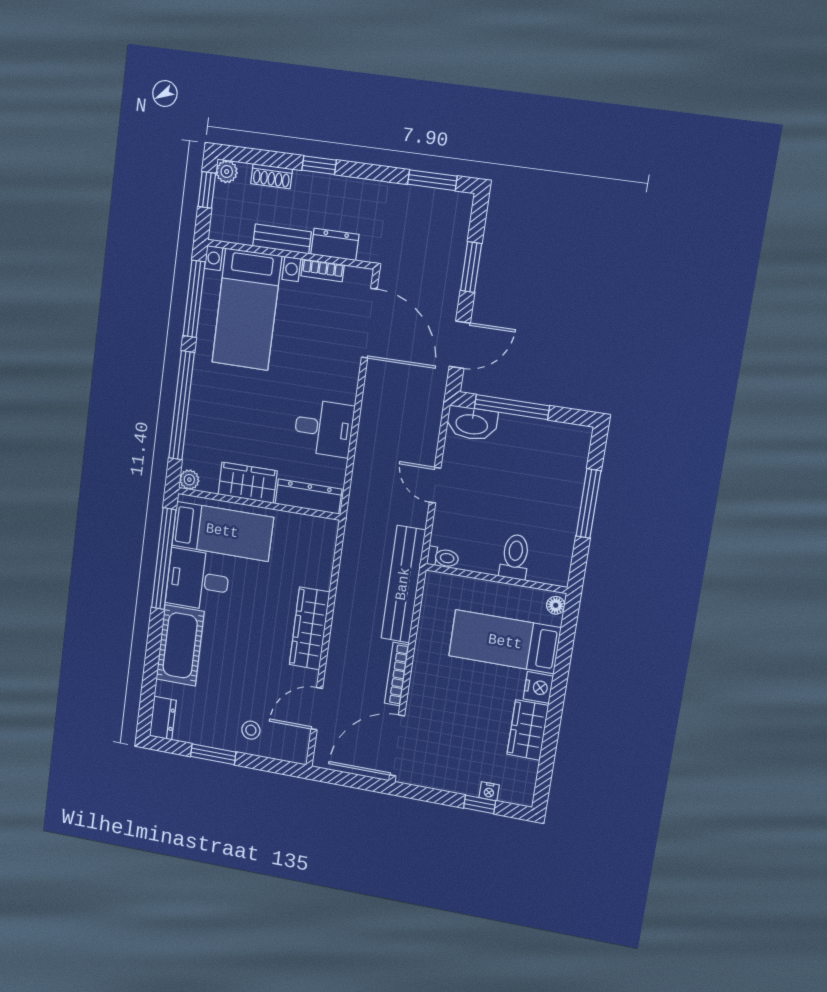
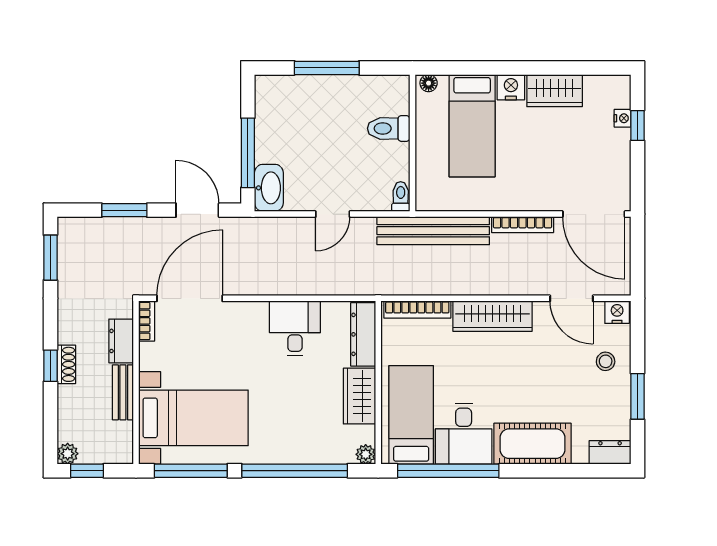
shoe rack: (272, 176) -> (66, 364), moved
bookcase: (323, 270) -> (147, 321), moved
bookcase: (326, 555) -> (417, 309), added
nightstand: (297, 750) -> (617, 312), added

